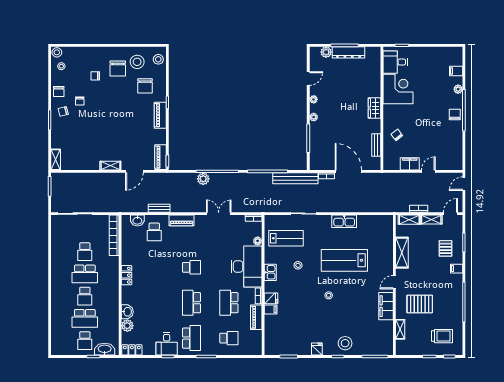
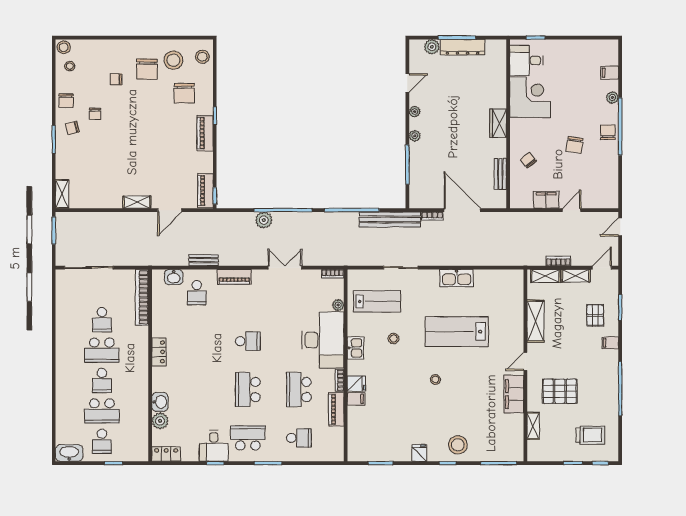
chair: (431, 124) -> (575, 145), added
school desk: (192, 338) -> (248, 438), turned -90
washbasin: (105, 349) -> (69, 453), moved

